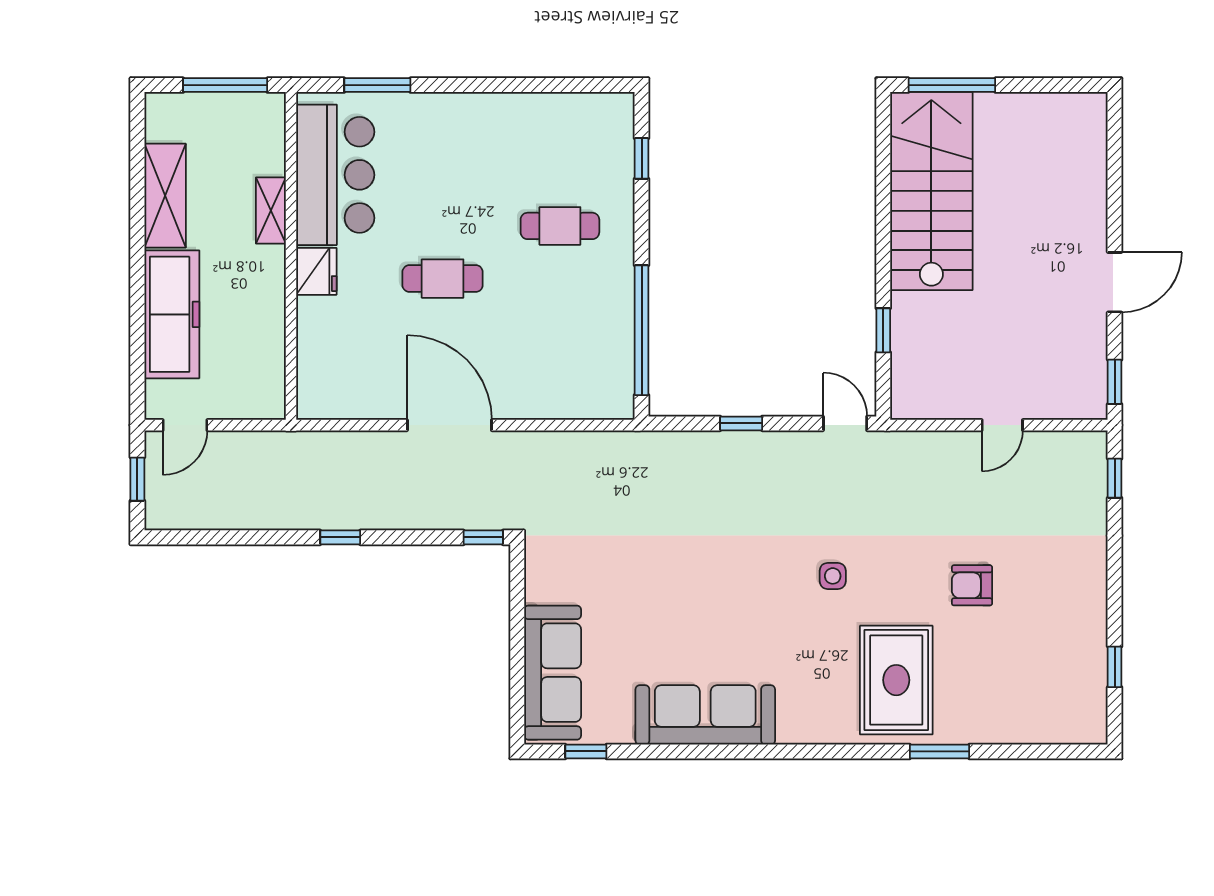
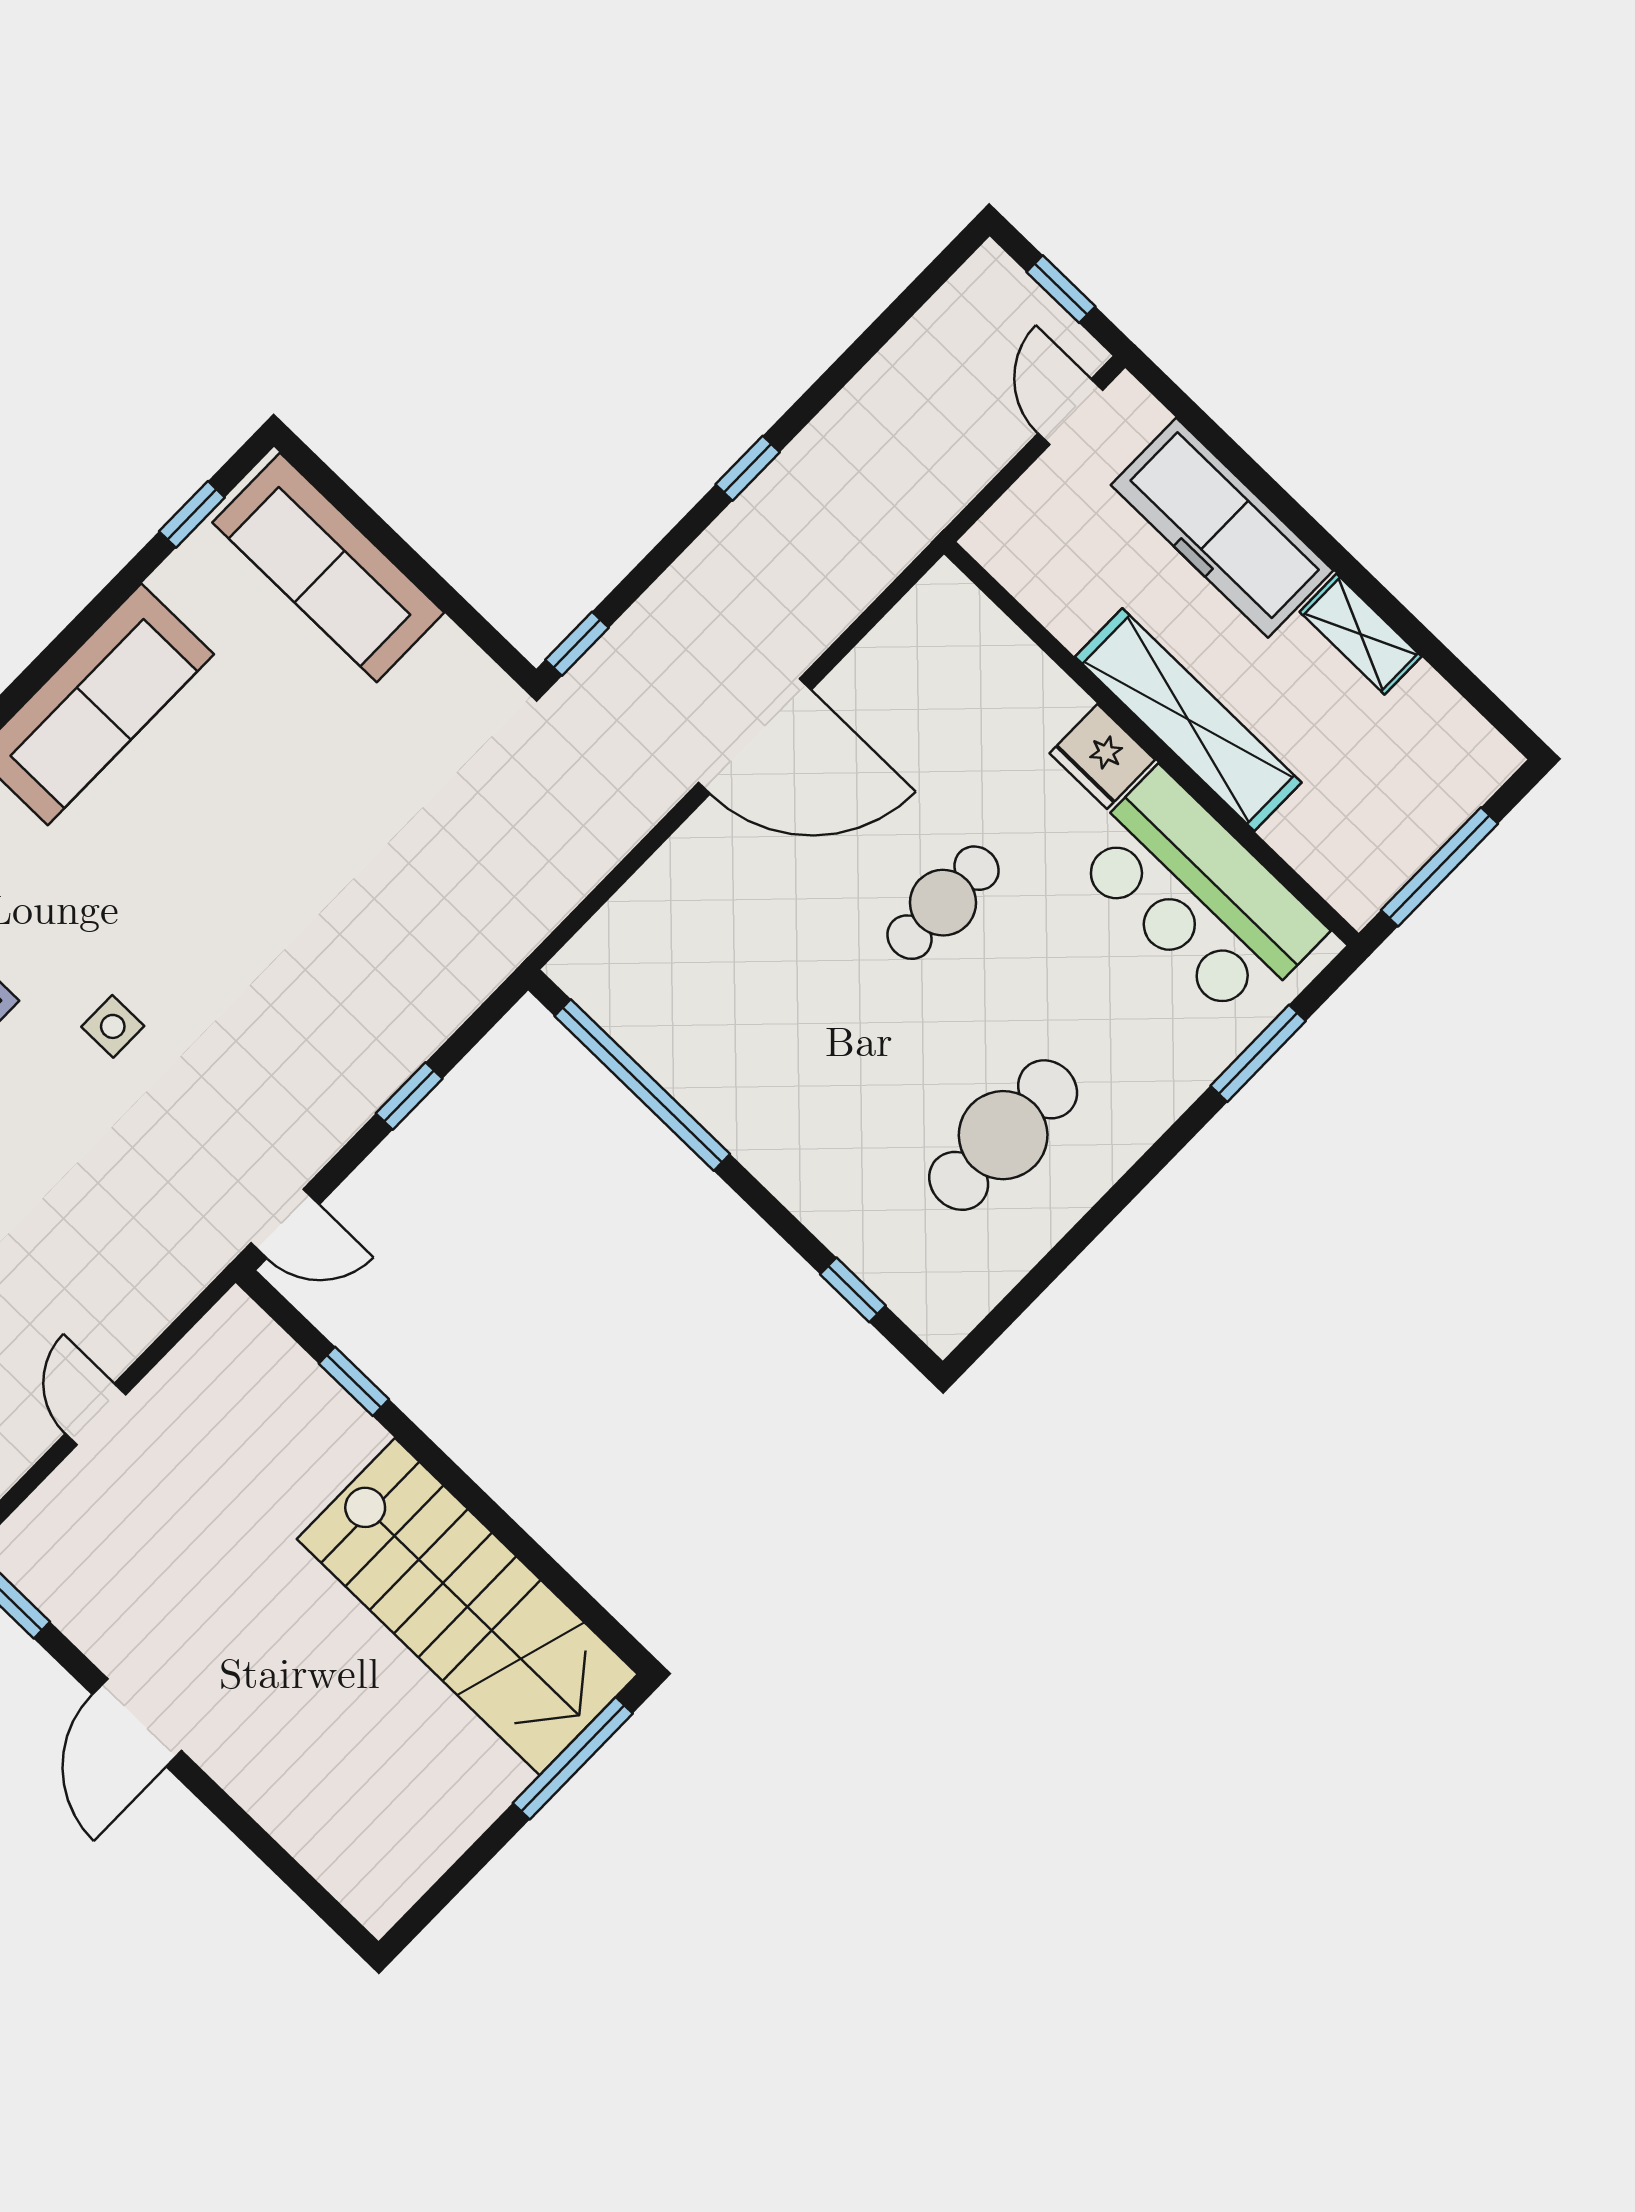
shelving: (165, 196) -> (1361, 634), width x0.67, depth x0.75
shelving: (271, 210) -> (1188, 720), width x2.20, depth x1.33
cafe table: (560, 226) -> (1003, 1135), moved, width x1.37, depth x1.35

